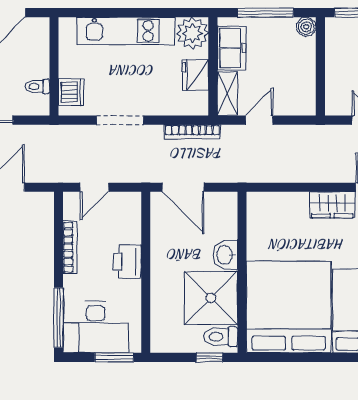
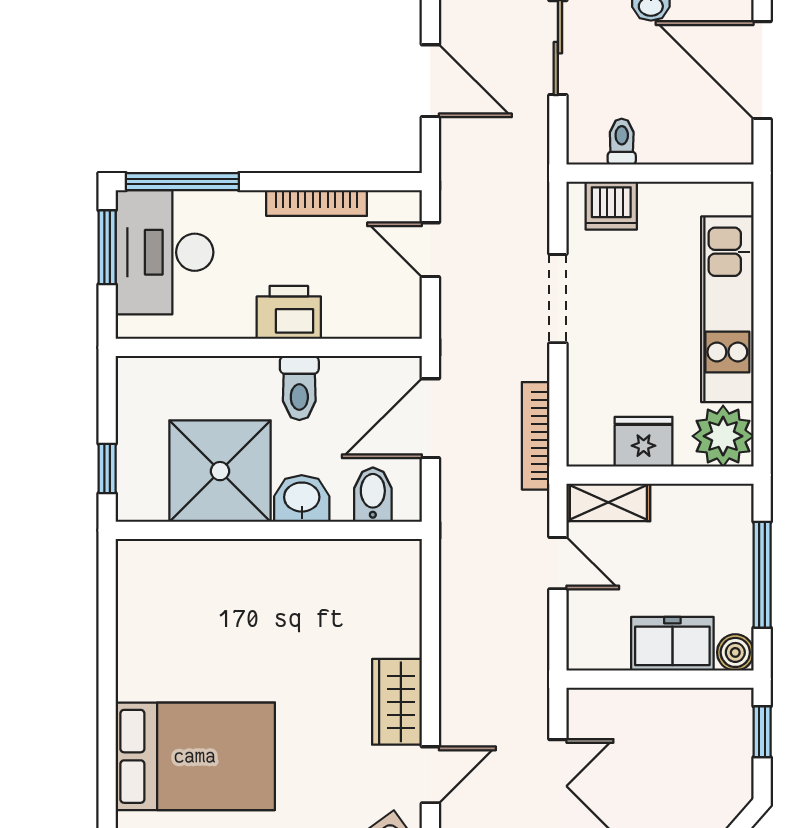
freezer: (232, 48) -> (672, 644), moved, turned 180
bidet: (223, 218) -> (373, 495), added
bed: (289, 307) -> (203, 619), removed
toilet: (221, 337) -> (299, 388), moved, turned 180
window: (114, 357) -> (107, 247), moved

